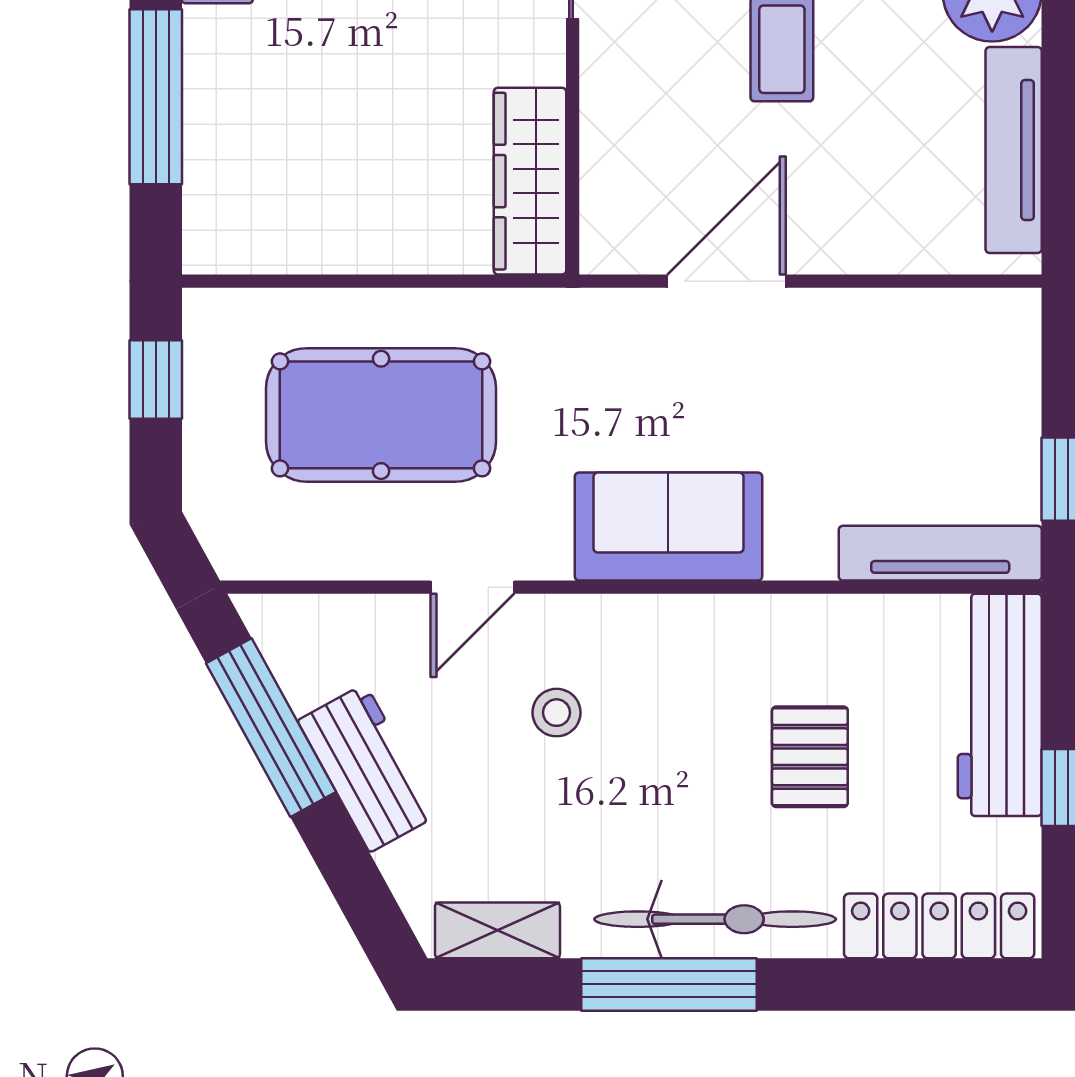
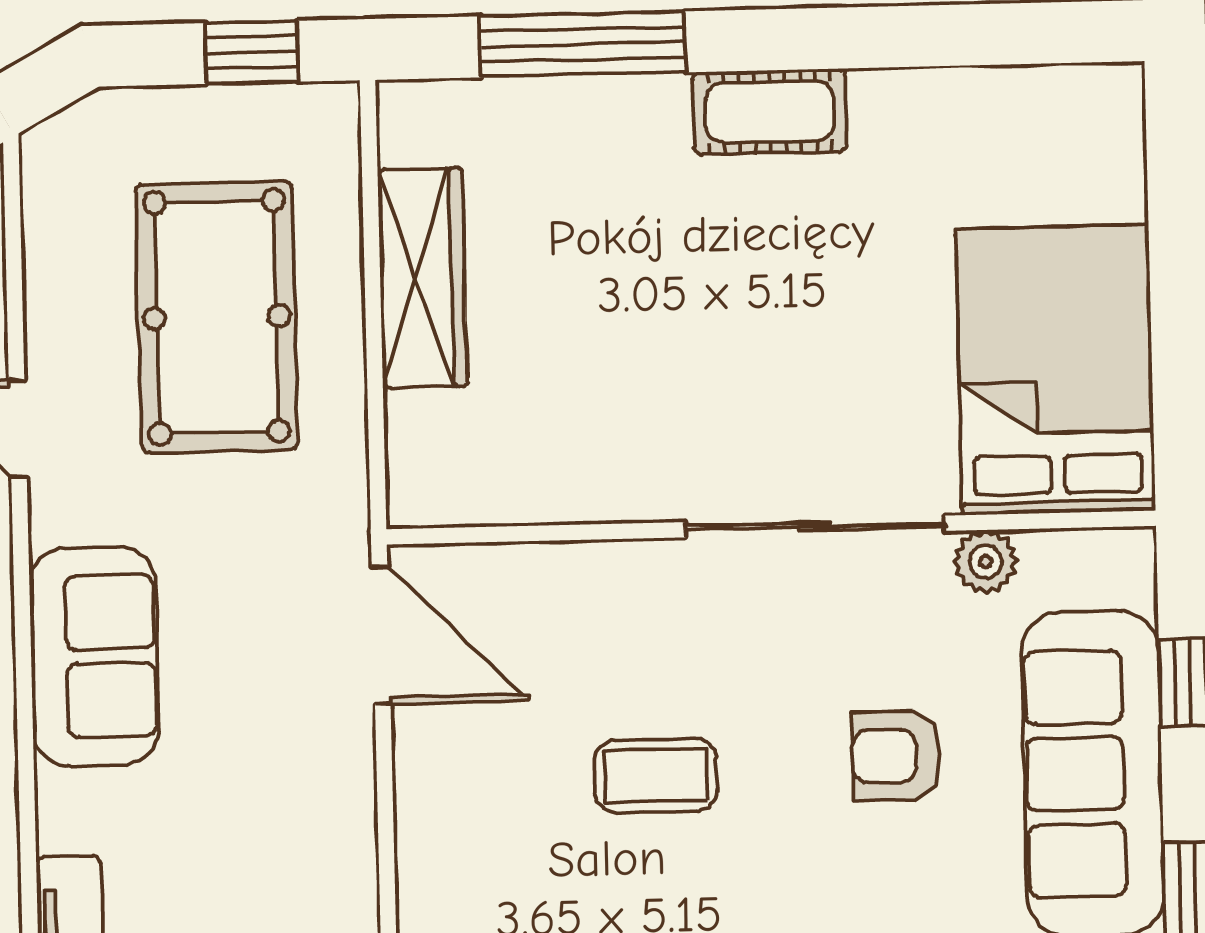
wardrobe: (530, 181) -> (422, 278), moved, turned 90
door: (727, 281) -> (381, 635), moved

